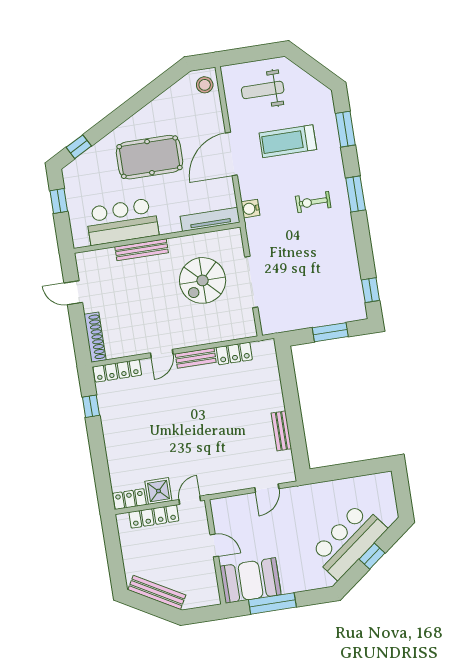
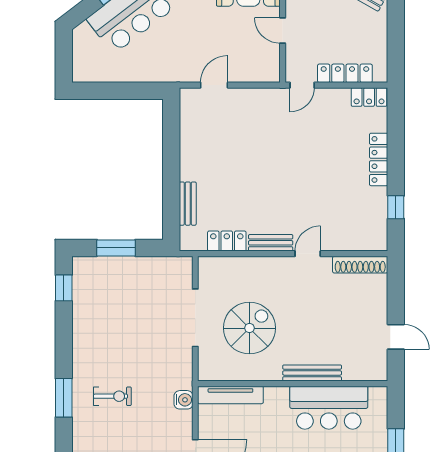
shoe rack: (95, 337) -> (360, 265), moved, turned -90
locker: (117, 371) -> (379, 159), moved, turned -90
bench: (281, 431) -> (188, 204), moved
shower: (158, 491) -> (335, 101), removed

